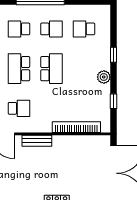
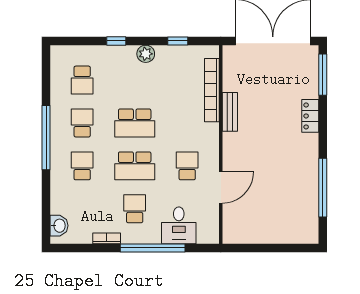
school desk: (19, 29) -> (82, 166), turned 180
school desk: (51, 69) -> (135, 123), turned 180
bench: (37, 141) -> (230, 112), moved

